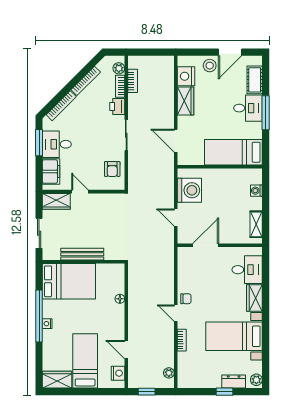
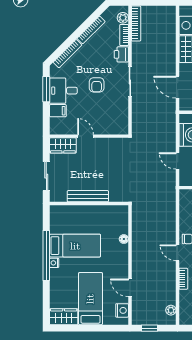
bookcase: (133, 81) -> (136, 24), width x1.56
armchair: (112, 169) -> (97, 85), moved
filing cabinet: (51, 172) -> (58, 111), width x0.50
bed: (69, 281) -> (75, 246), moved, width x0.67

